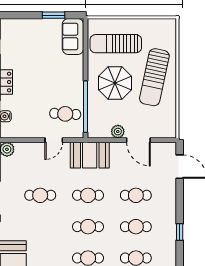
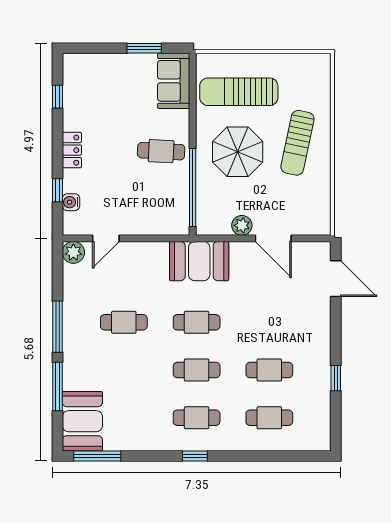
sun lounger: (154, 77) -> (297, 143), width x0.73, depth x0.75
cafe table: (65, 114) -> (161, 151), moved
door: (54, 140) -> (106, 238), moved
cafe table: (136, 195) -> (269, 322), removed

